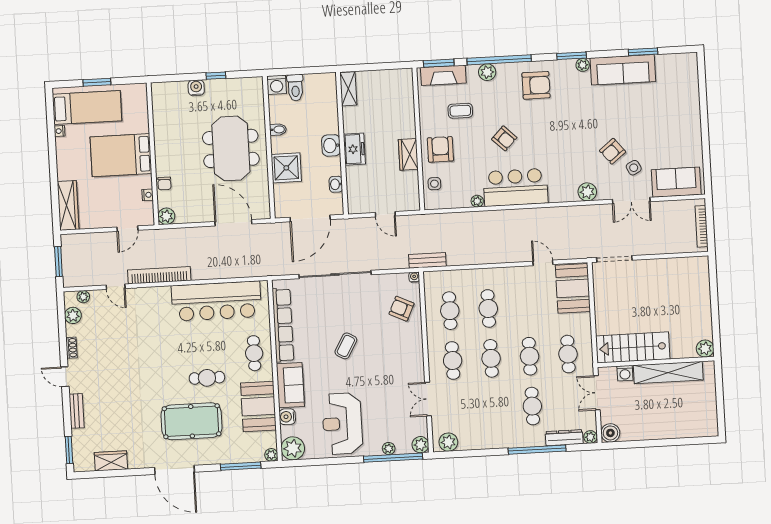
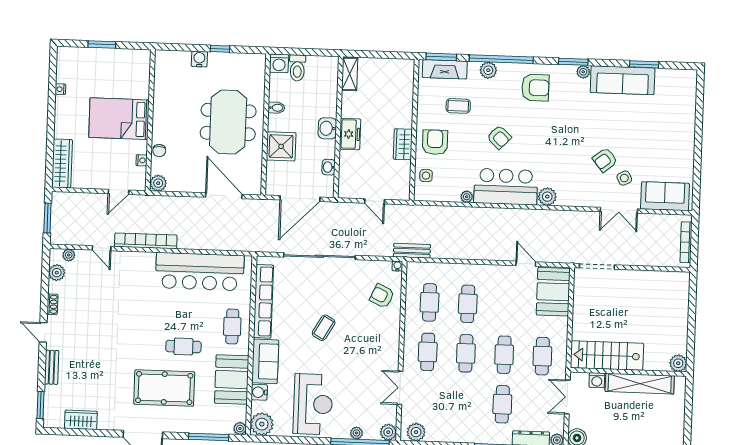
bed: (87, 107) -> (90, 68), removed
plant: (587, 192) -> (547, 197), moved
reception desk: (342, 424) -> (313, 404), turned 180

